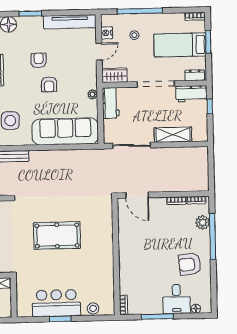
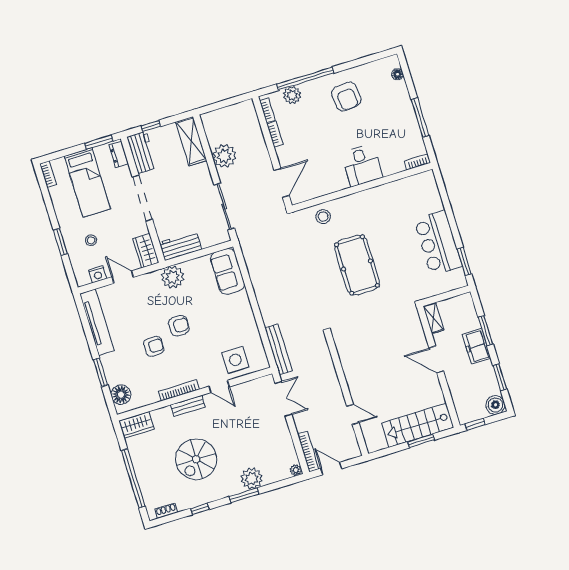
window: (140, 11) -> (60, 242), width x0.47
window: (208, 42) -> (99, 142), moved
armchair: (39, 60) -> (154, 346), turned 180
plant: (93, 94) -> (173, 277), width x1.88, depth x1.88
sofa: (65, 131) -> (227, 271), width x0.54, depth x0.79
shelving: (173, 135) -> (191, 141), moved
plant: (171, 157) -> (224, 156), added
desk: (176, 299) -> (362, 165), moved, turned 90
stool: (93, 308) -> (323, 217), moved
window: (60, 319) -> (464, 261), moved

